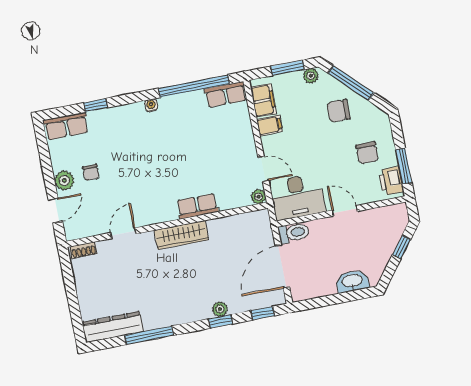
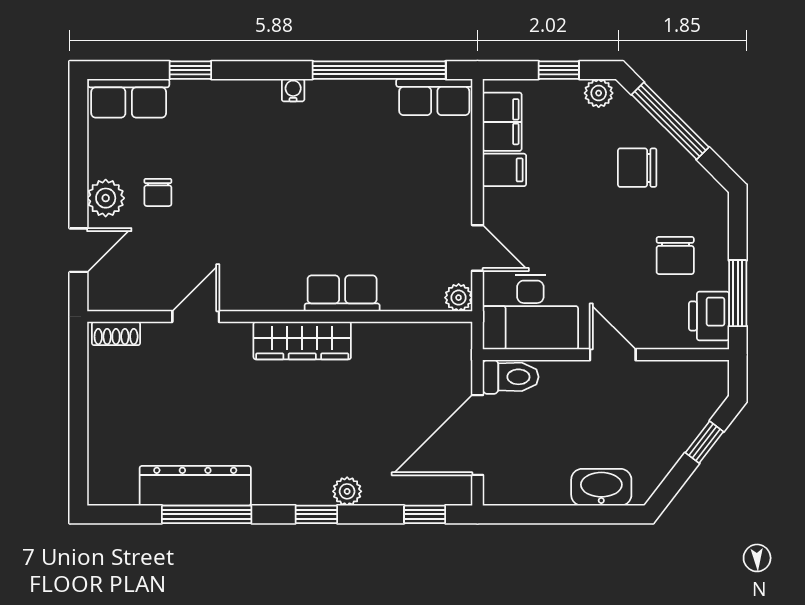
window: (288, 68) -> (559, 70), width x0.67
window: (221, 321) -> (316, 514), moved
dresser: (113, 327) -> (195, 486), moved

